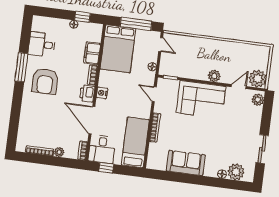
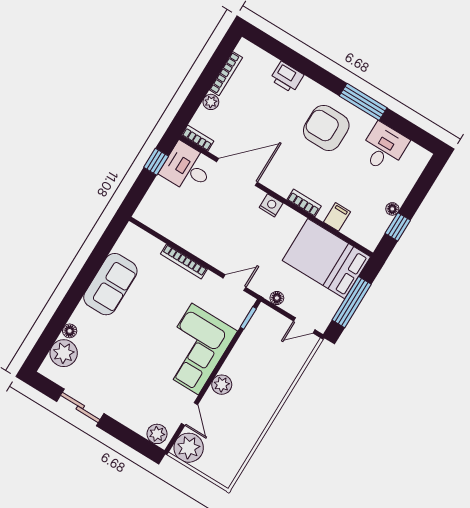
filing cabinet: (92, 53) -> (337, 217), width x0.50
printer: (87, 94) -> (287, 77), moved, turned 180
bed: (135, 142) -> (175, 222), removed

